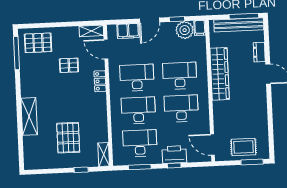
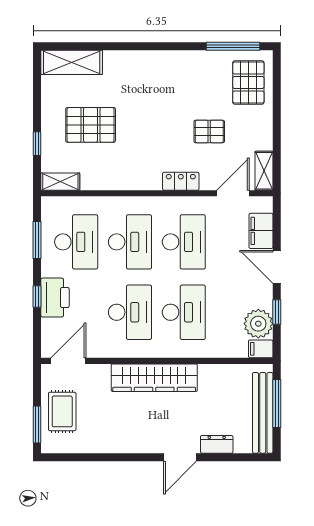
window: (244, 16) -> (277, 404), moved
pallet: (69, 65) -> (209, 131), turned 90
wardrobe: (220, 74) -> (154, 378), moved
shelving: (29, 116) -> (72, 62), moved

